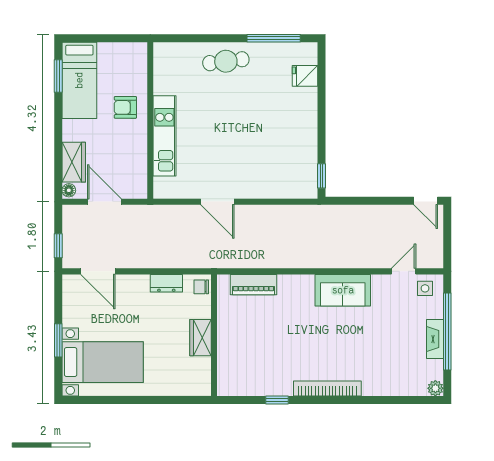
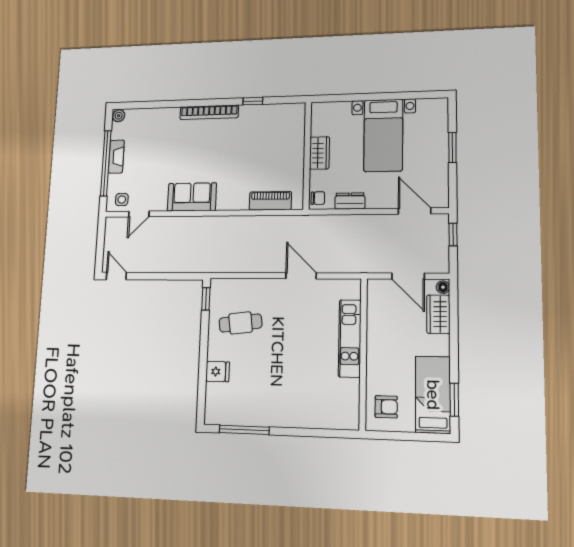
cafe table: (226, 61) -> (241, 323), moved
fridge: (305, 76) -> (218, 372), moved
armchair: (125, 107) -> (386, 407), moved
bed with nightstands: (103, 362) -> (383, 135), moved, turned -90

